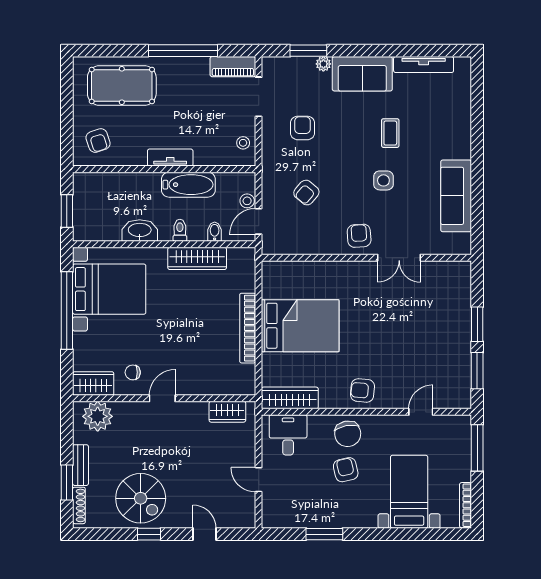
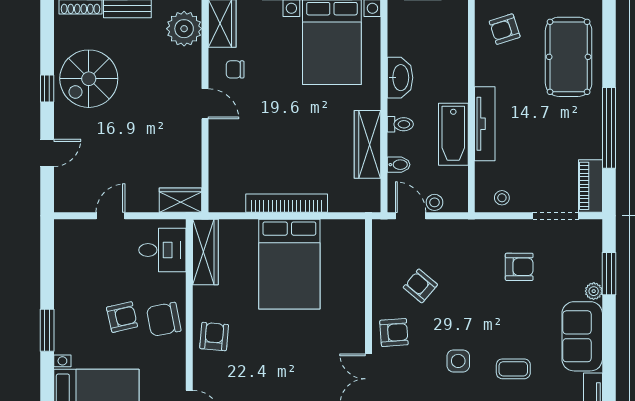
tv unit: (170, 158) -> (485, 124), width x1.41
armchair: (306, 193) -> (420, 286), moved
chair: (133, 372) -> (235, 69), turned -90
wardrobe: (227, 412) -> (181, 200), moved, turned 90
window: (324, 534) -> (47, 330), moved

